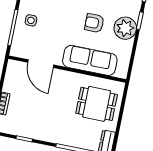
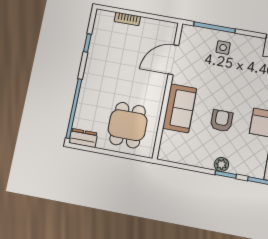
plant: (125, 28) -> (221, 164), width x0.53, depth x0.53
sofa: (90, 60) -> (180, 108), width x0.73

